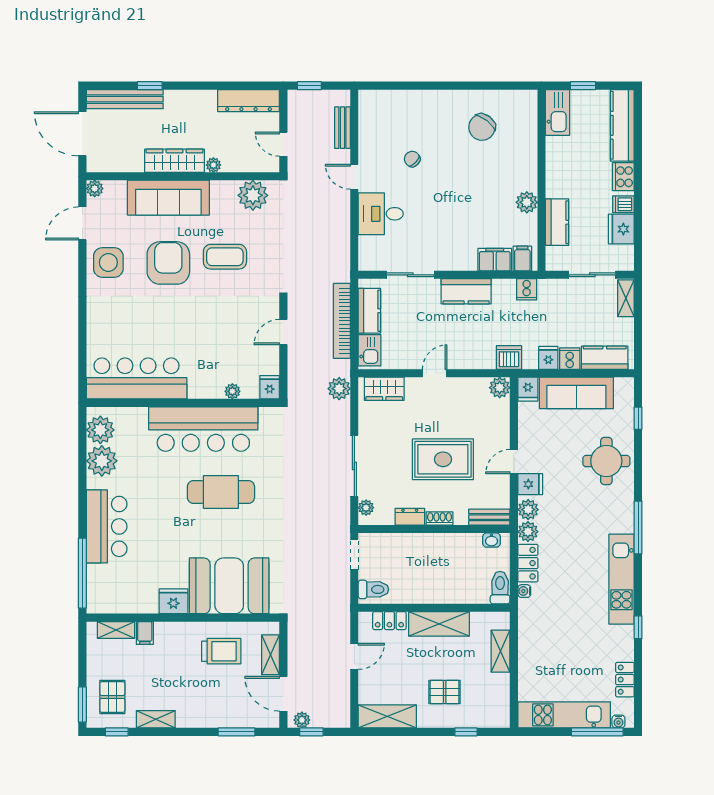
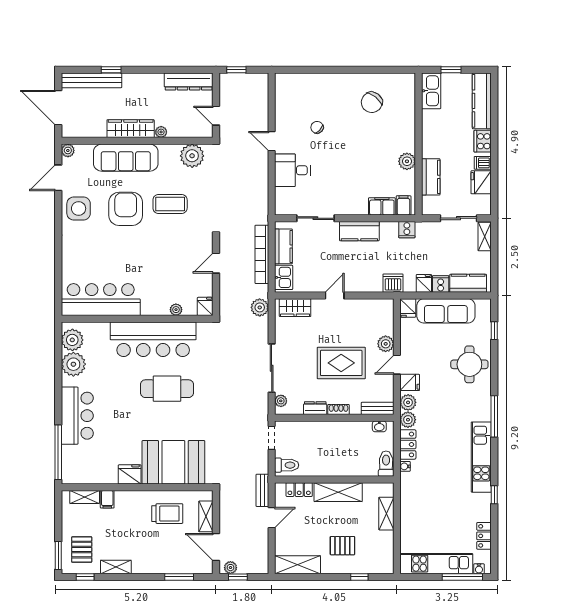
bench: (342, 128) -> (262, 490), moved
plant: (500, 388) -> (386, 344), moved

